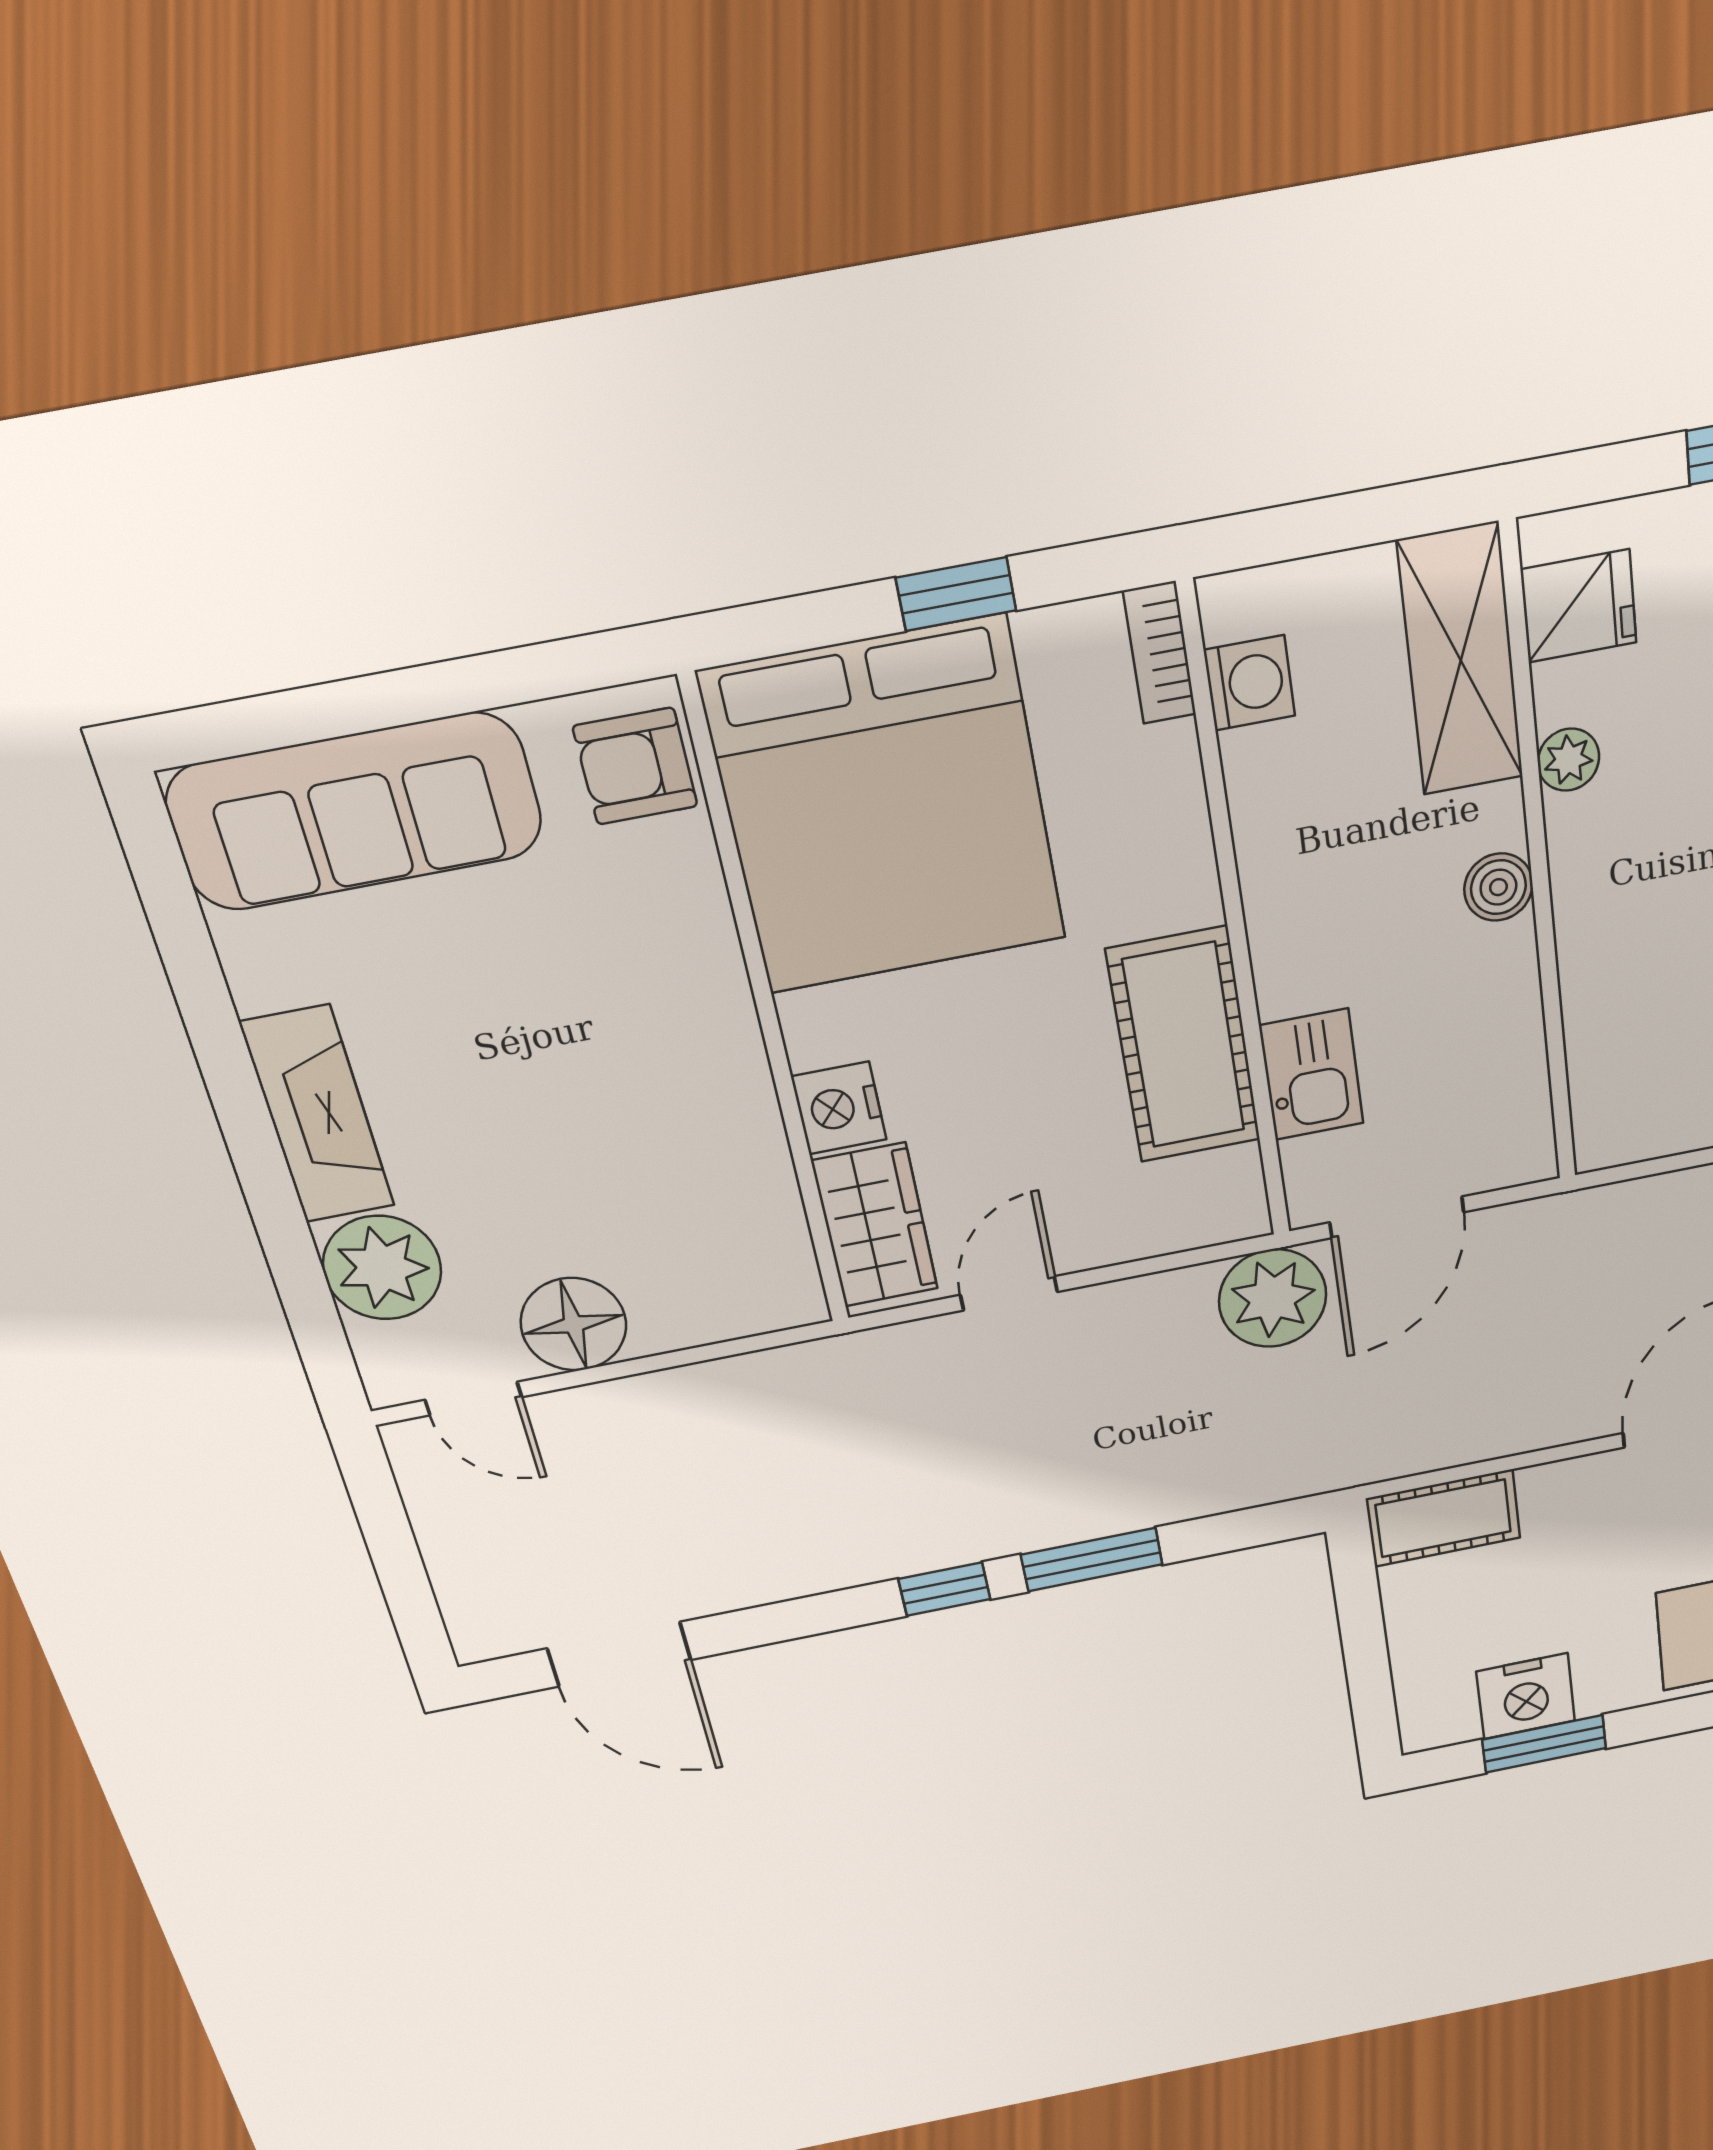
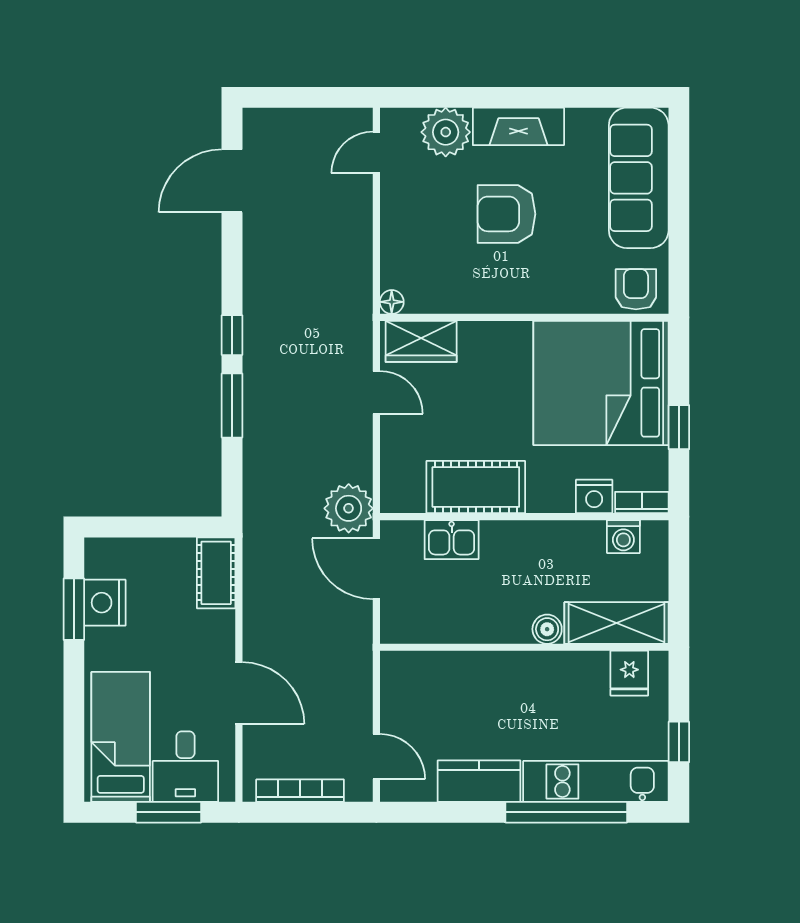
plant: (1568, 760) -> (568, 664), removed
boiler: (1498, 887) -> (547, 629), moved
armchair: (534, 1101) -> (506, 214), added
nightstand: (839, 1108) -> (594, 496), moved, turned 180
floor lamp: (574, 1324) -> (392, 302), moved, width x0.53, depth x0.53

